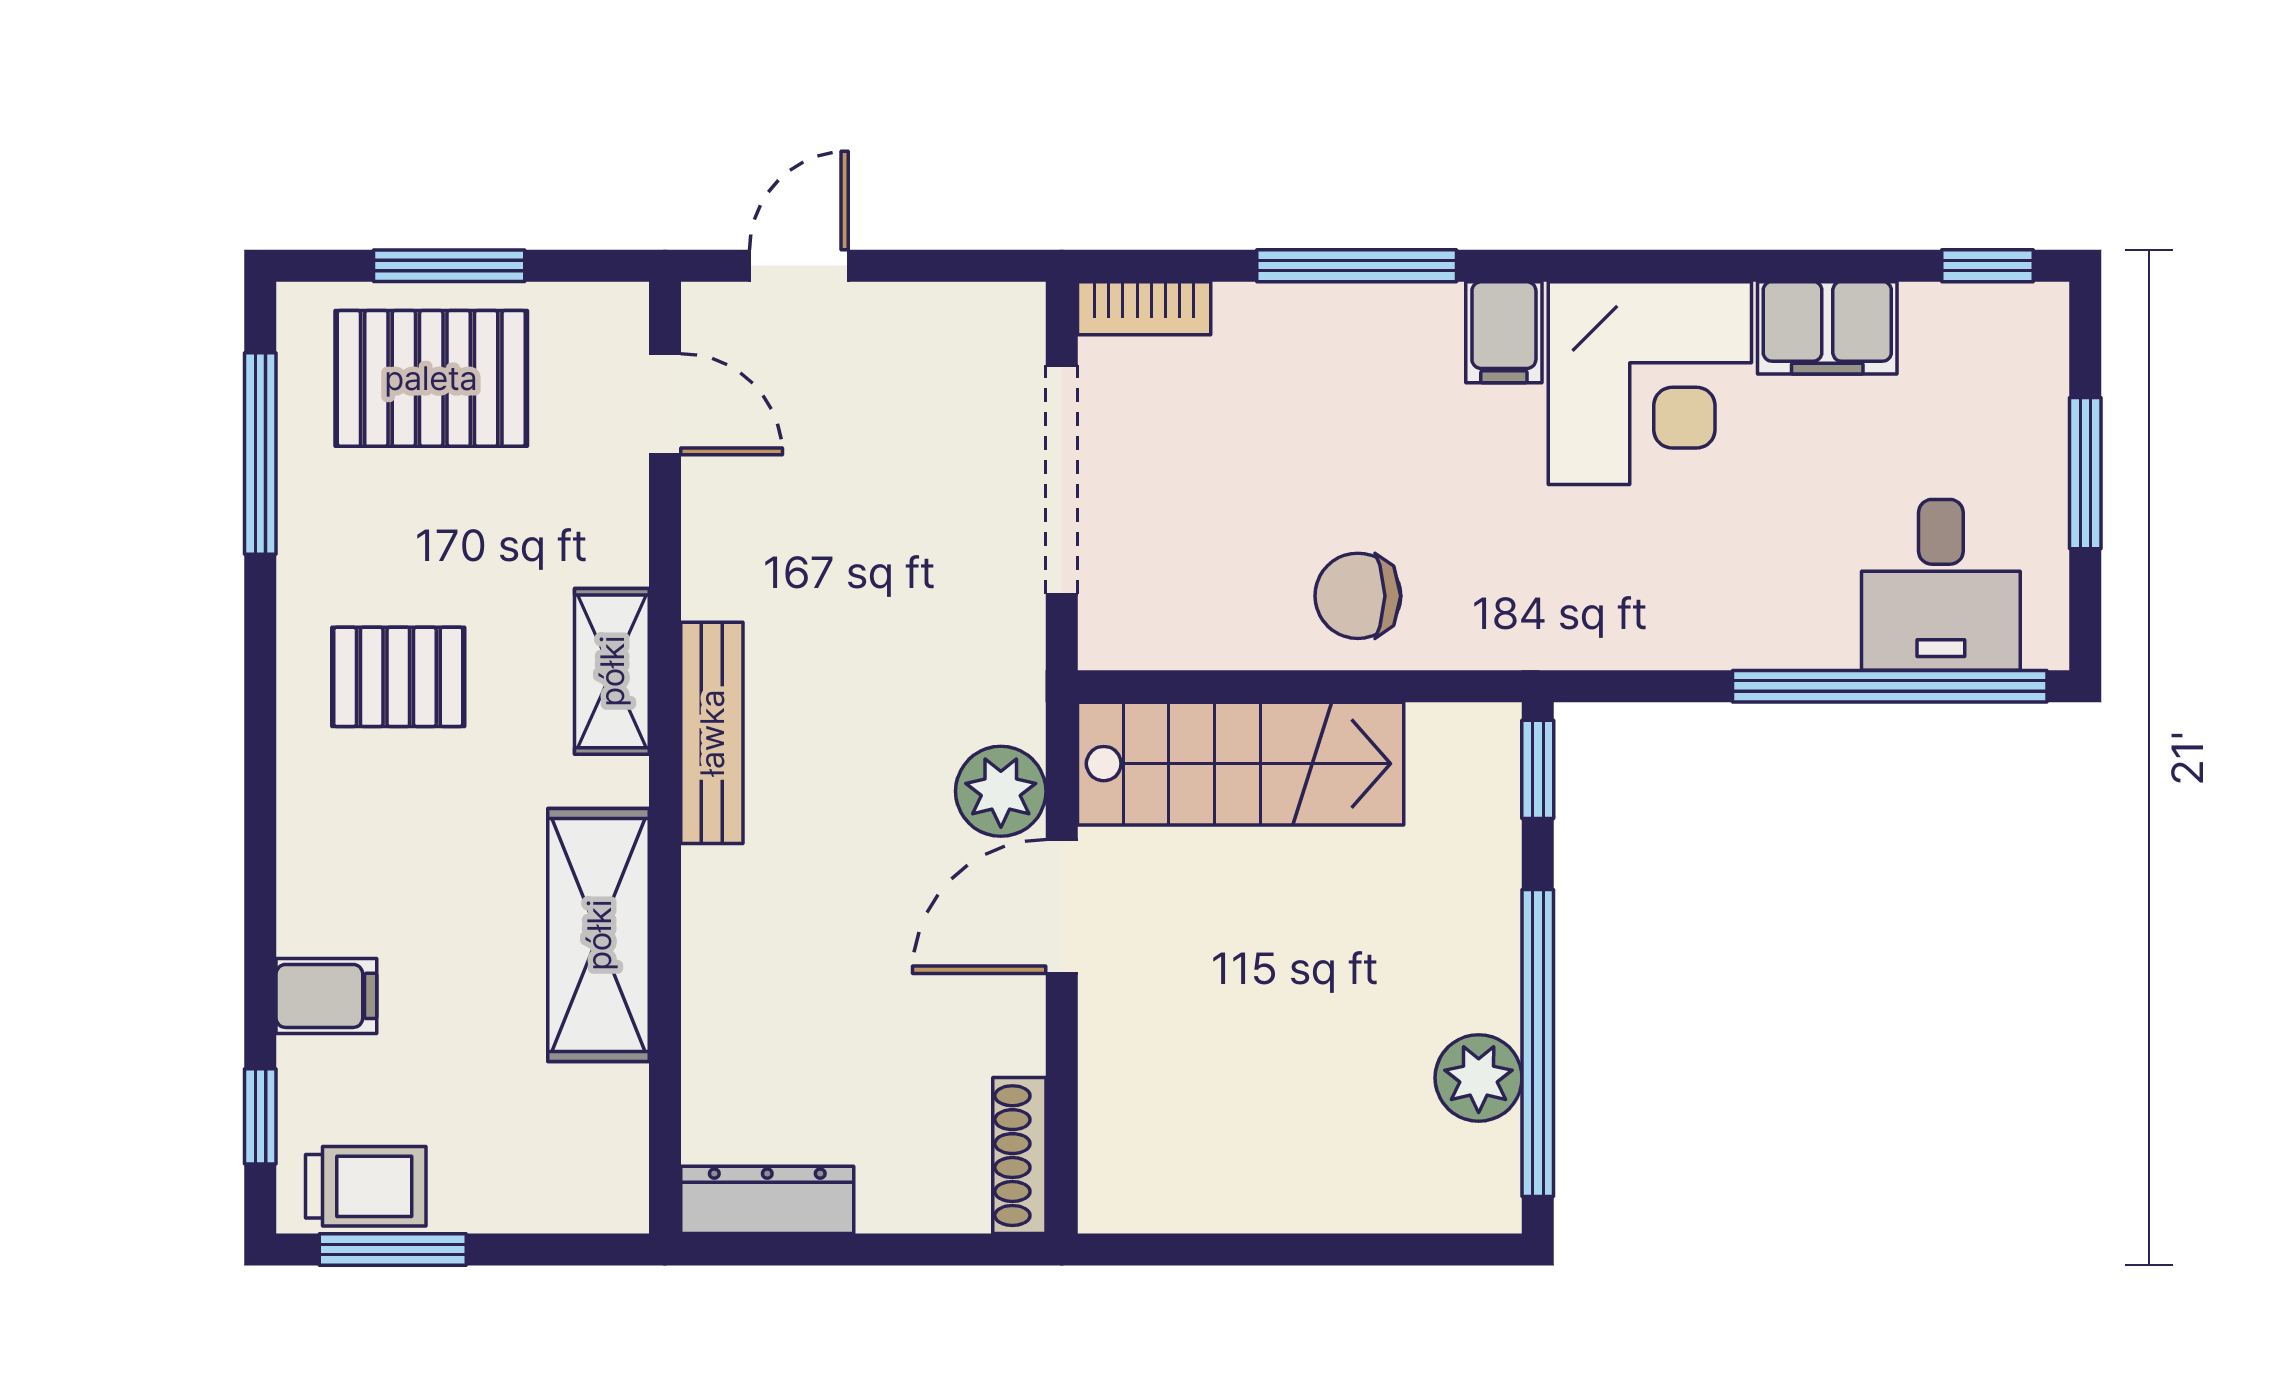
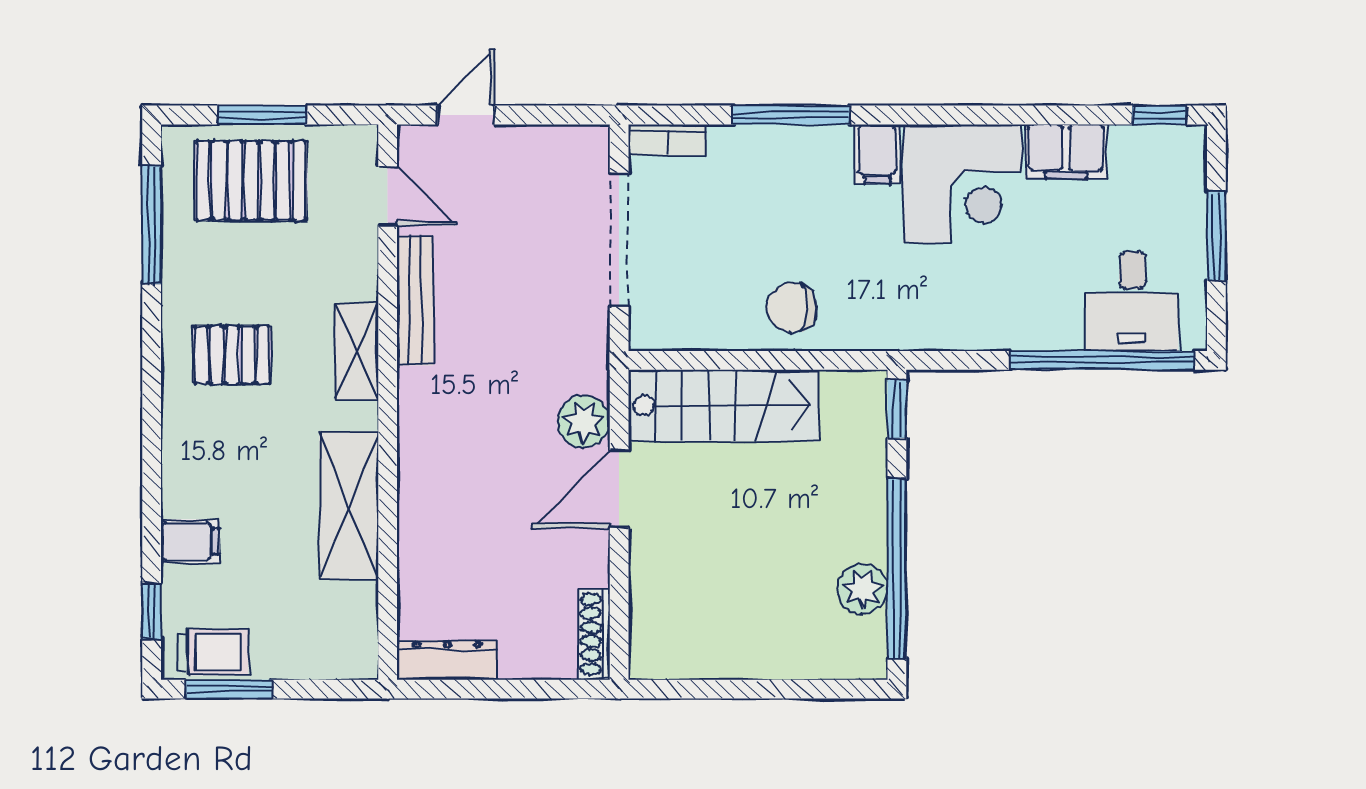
bench: (712, 733) -> (415, 301), moved

